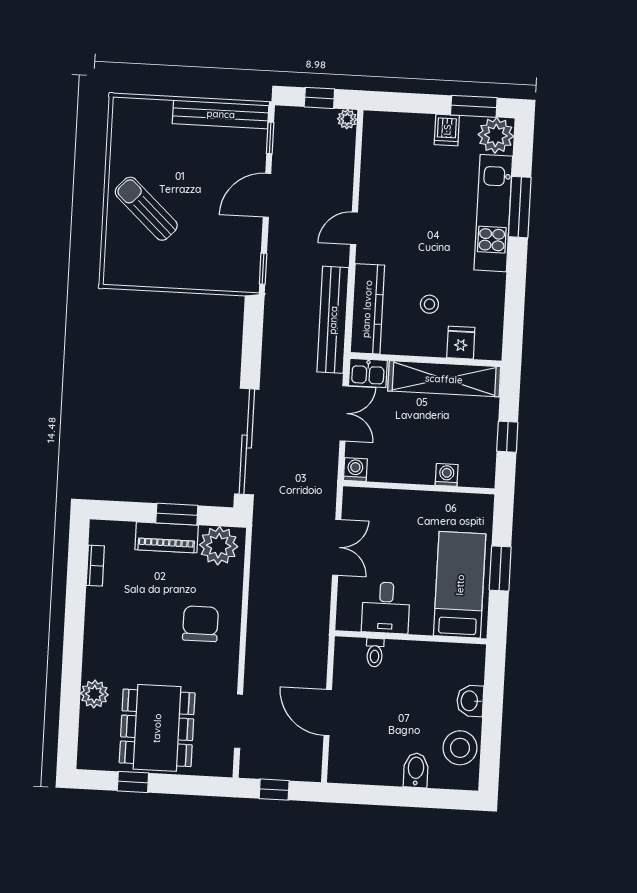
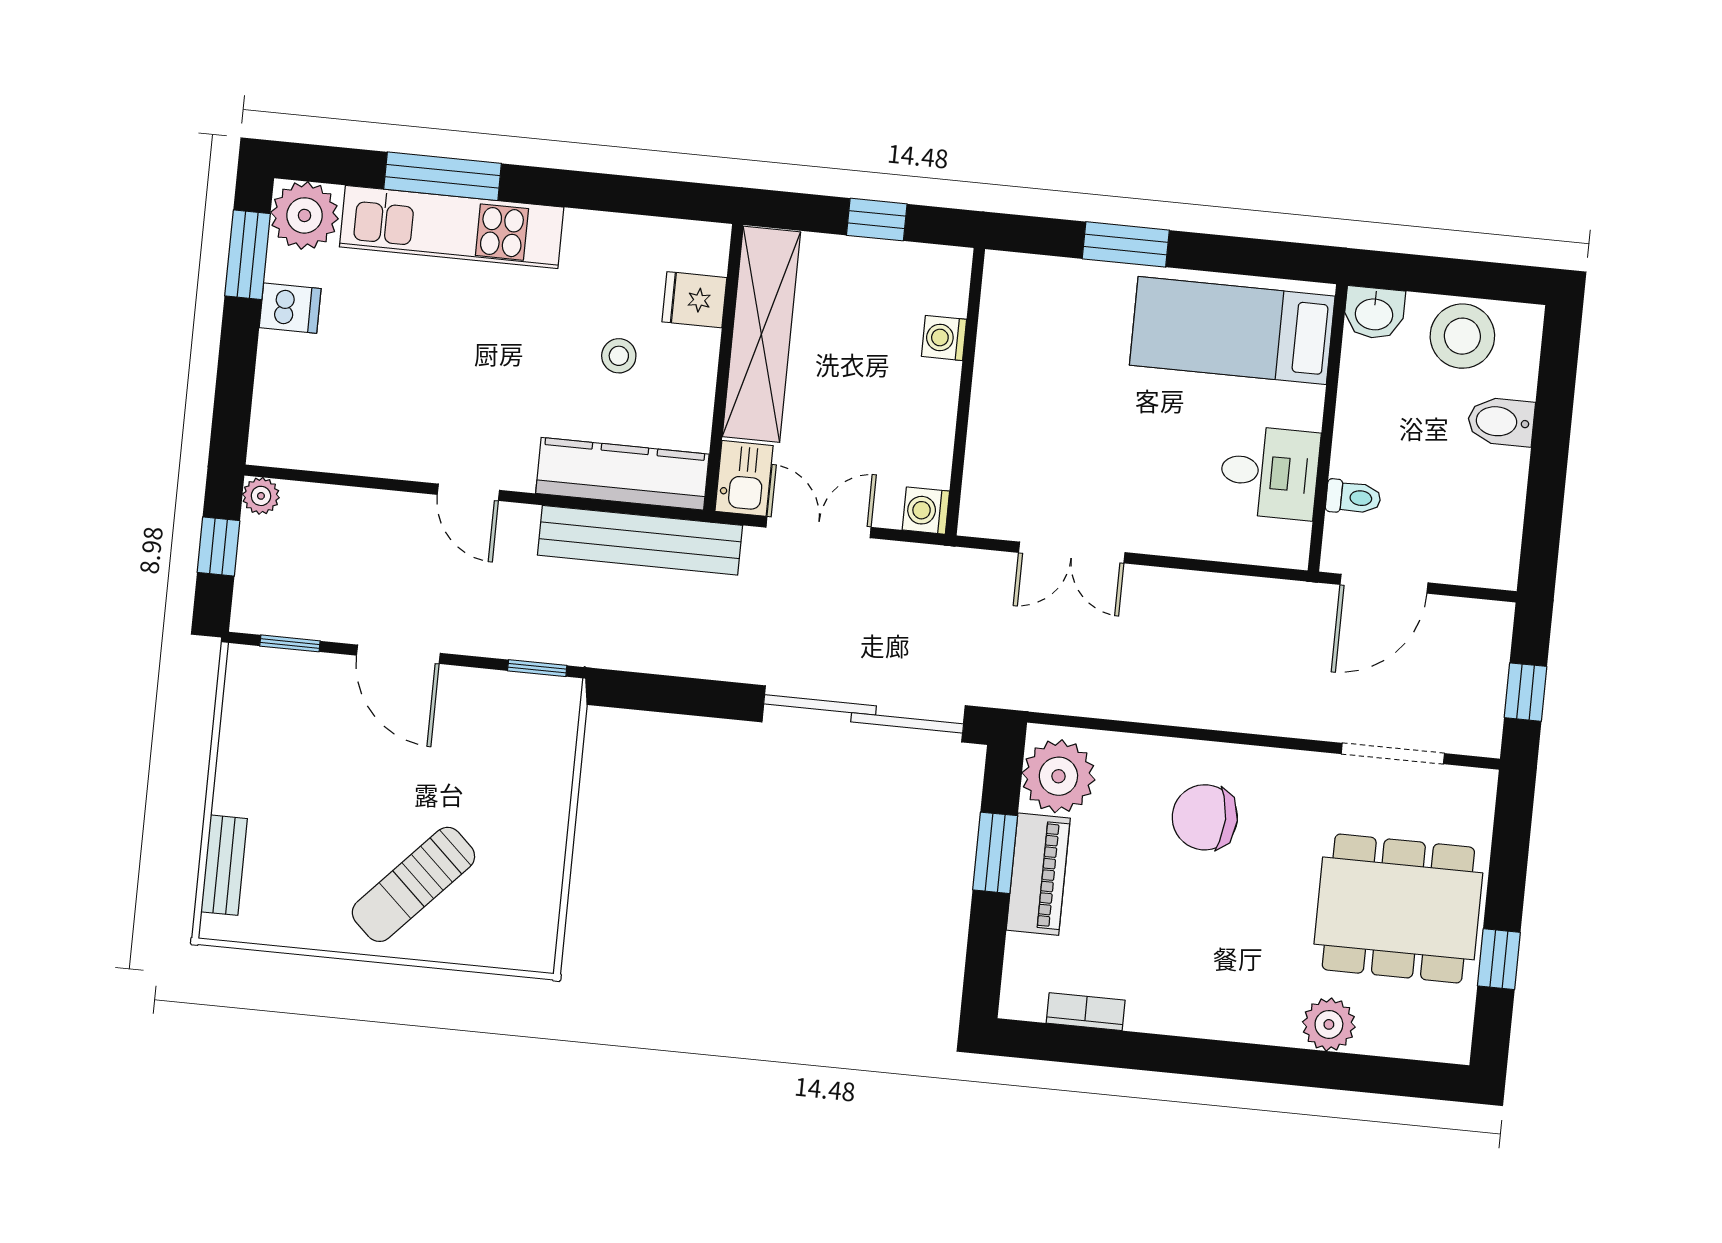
bench: (221, 114) -> (224, 865), moved, width x0.54, depth x0.82
double door: (337, 547) -> (1072, 553), swing flipped
bed: (460, 585) -> (1232, 331), moved
desk: (386, 608) -> (1269, 472), moved
wall: (411, 637) -> (1328, 428), moved
toilet: (375, 652) -> (1353, 497), moved

